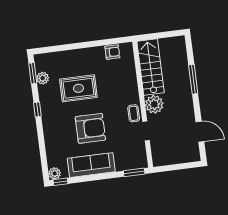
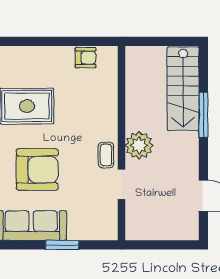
stairs: (151, 67) -> (183, 89), moved, turned 180
window: (134, 172) -> (62, 245), moved

